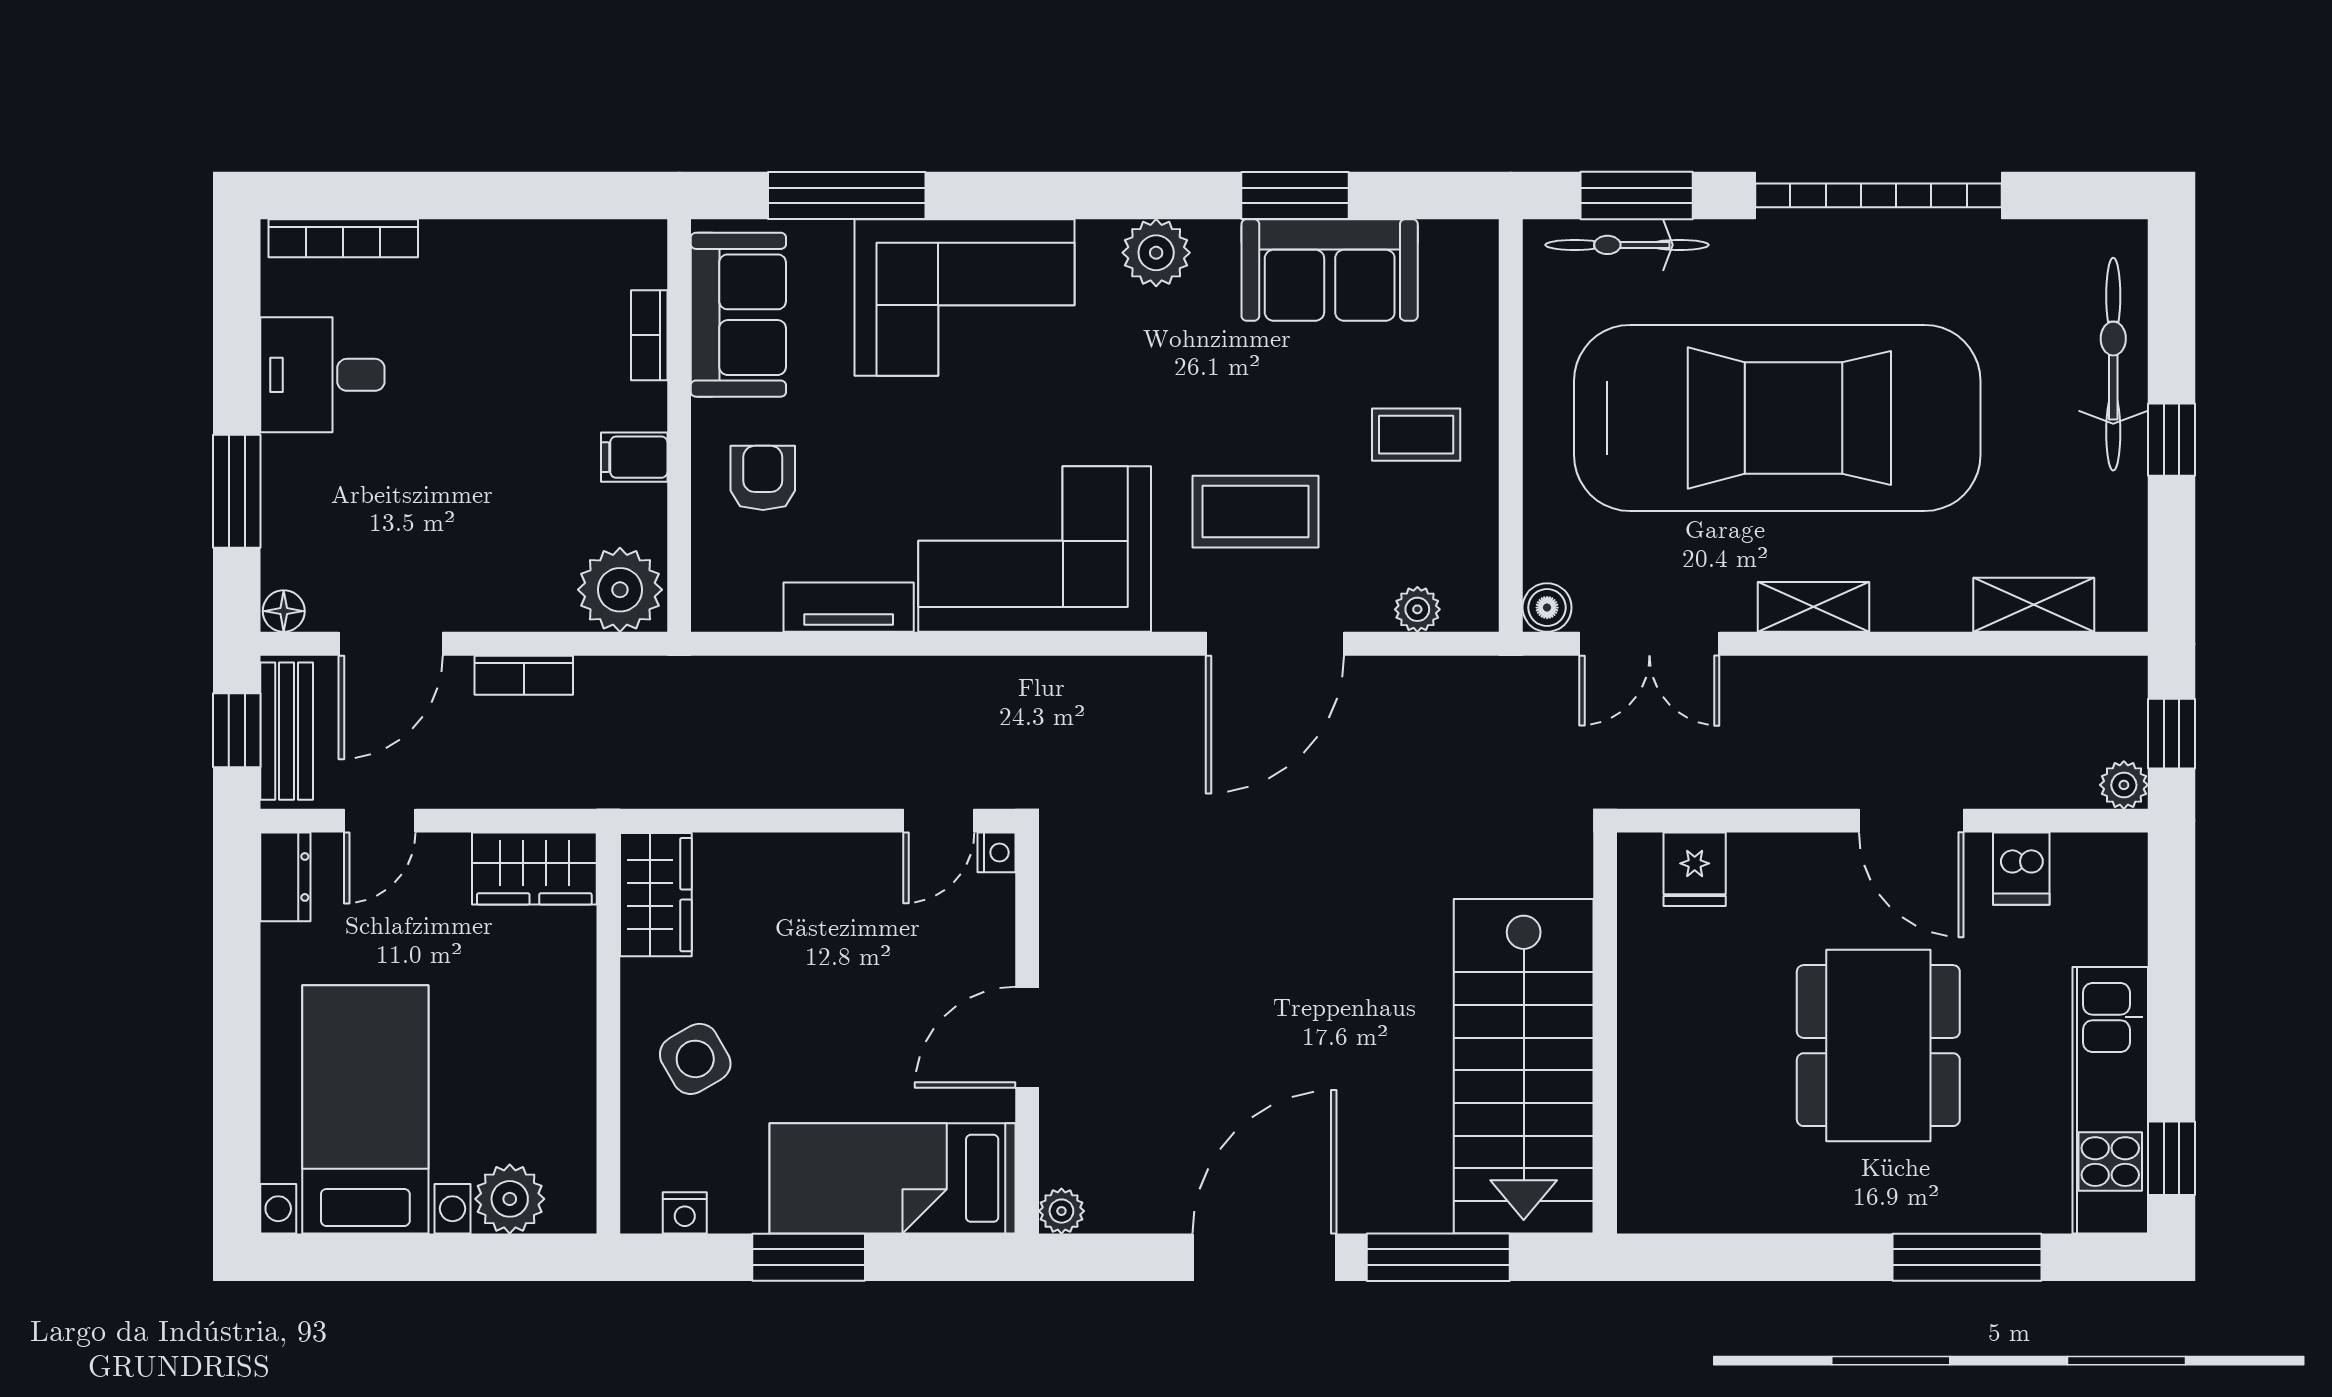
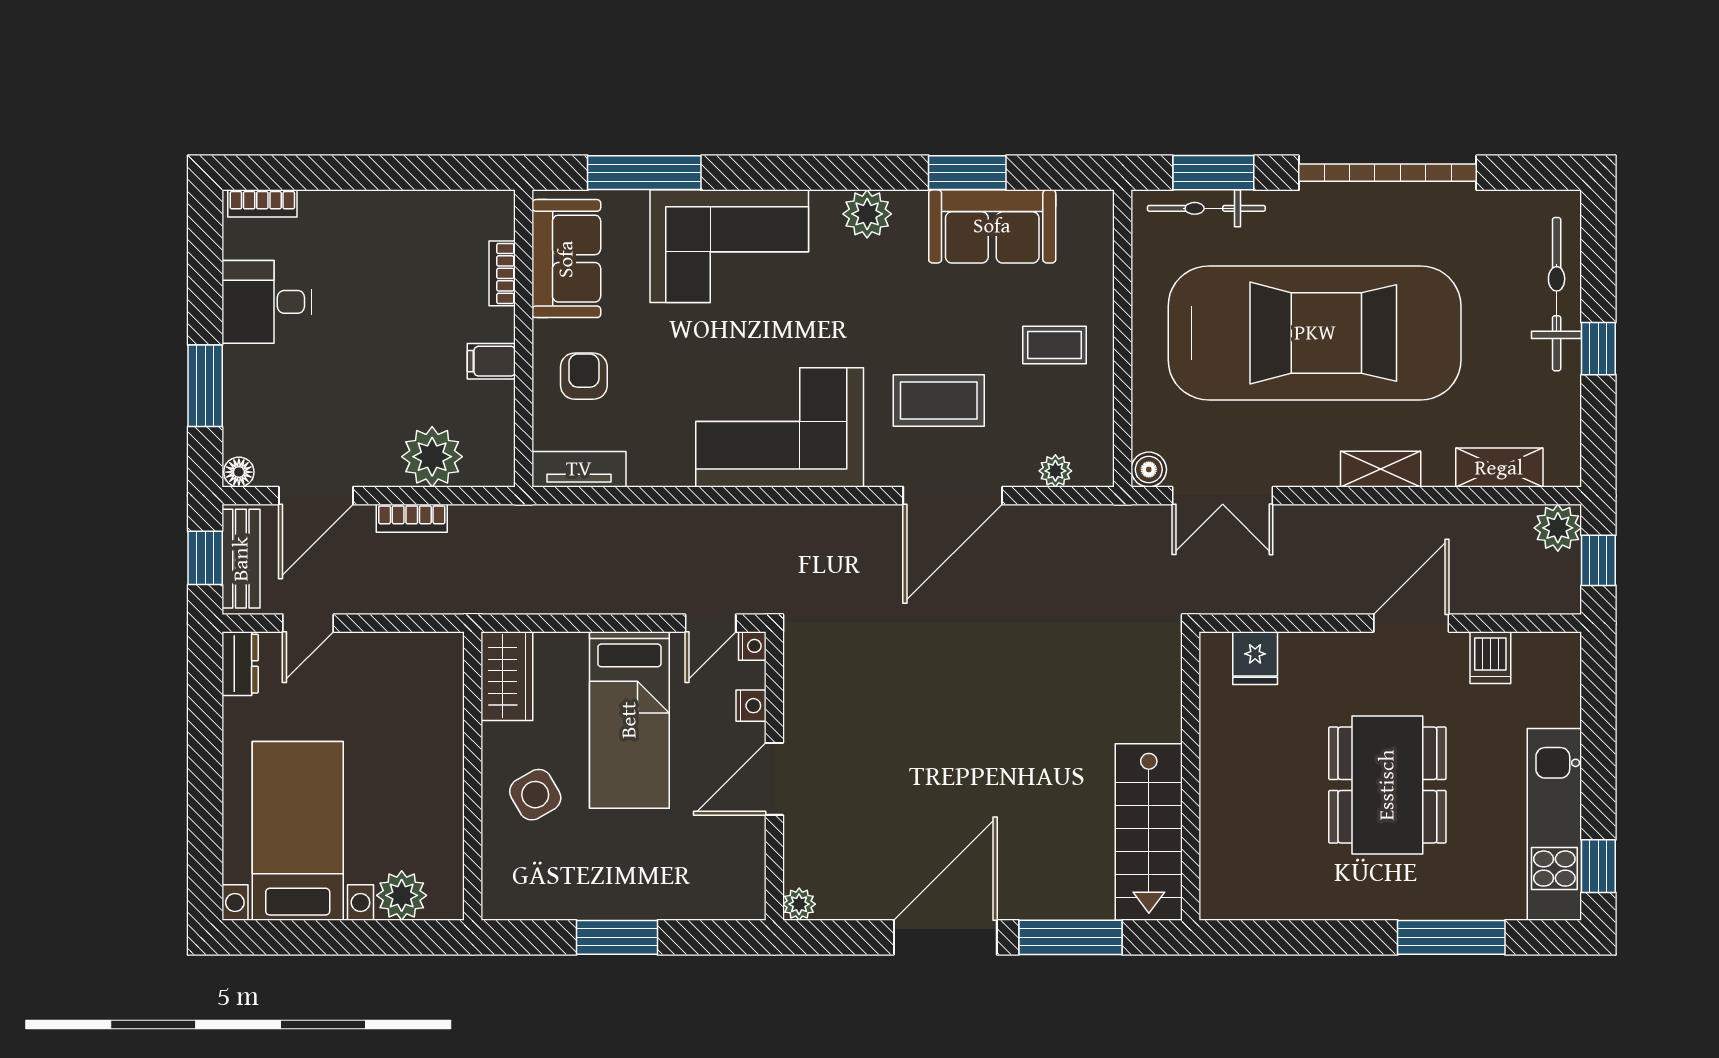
bookcase: (343, 238) -> (262, 203), width x0.64
plant: (620, 590) -> (432, 457), moved
tv unit: (849, 607) -> (579, 469), moved
shelving: (1814, 607) -> (1381, 469), moved
plant: (2124, 785) -> (1558, 528), moved, width x1.38, depth x1.38
door: (1911, 821) -> (1411, 623), swing flipped
wardrobe: (534, 869) -> (419, 658), removed
stairs: (1524, 1066) -> (1149, 832), width x0.73, depth x0.66
bed: (893, 1178) -> (629, 720), moved, turned -90
nightstand: (685, 1213) -> (751, 706), moved, turned -90

